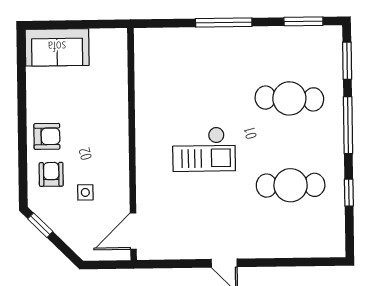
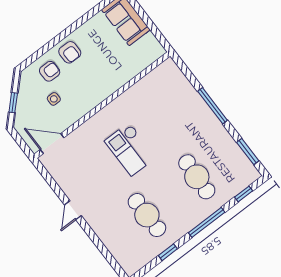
window: (347, 61) -> (244, 194), width x0.67
window: (40, 225) -> (13, 103), moved

